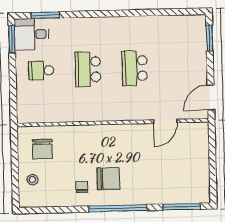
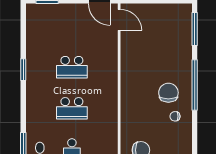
window: (131, 13) -> (23, 70), added
door: (165, 121) -> (119, 20), moved

